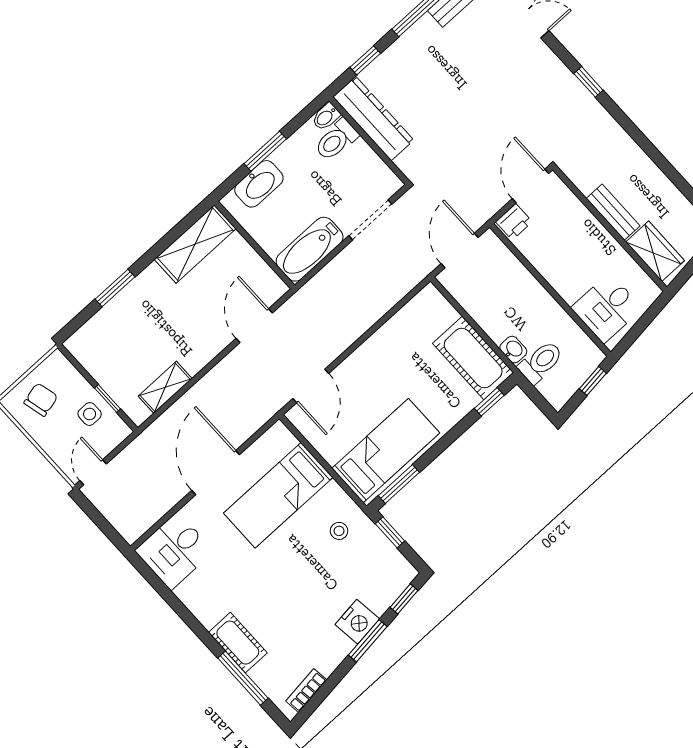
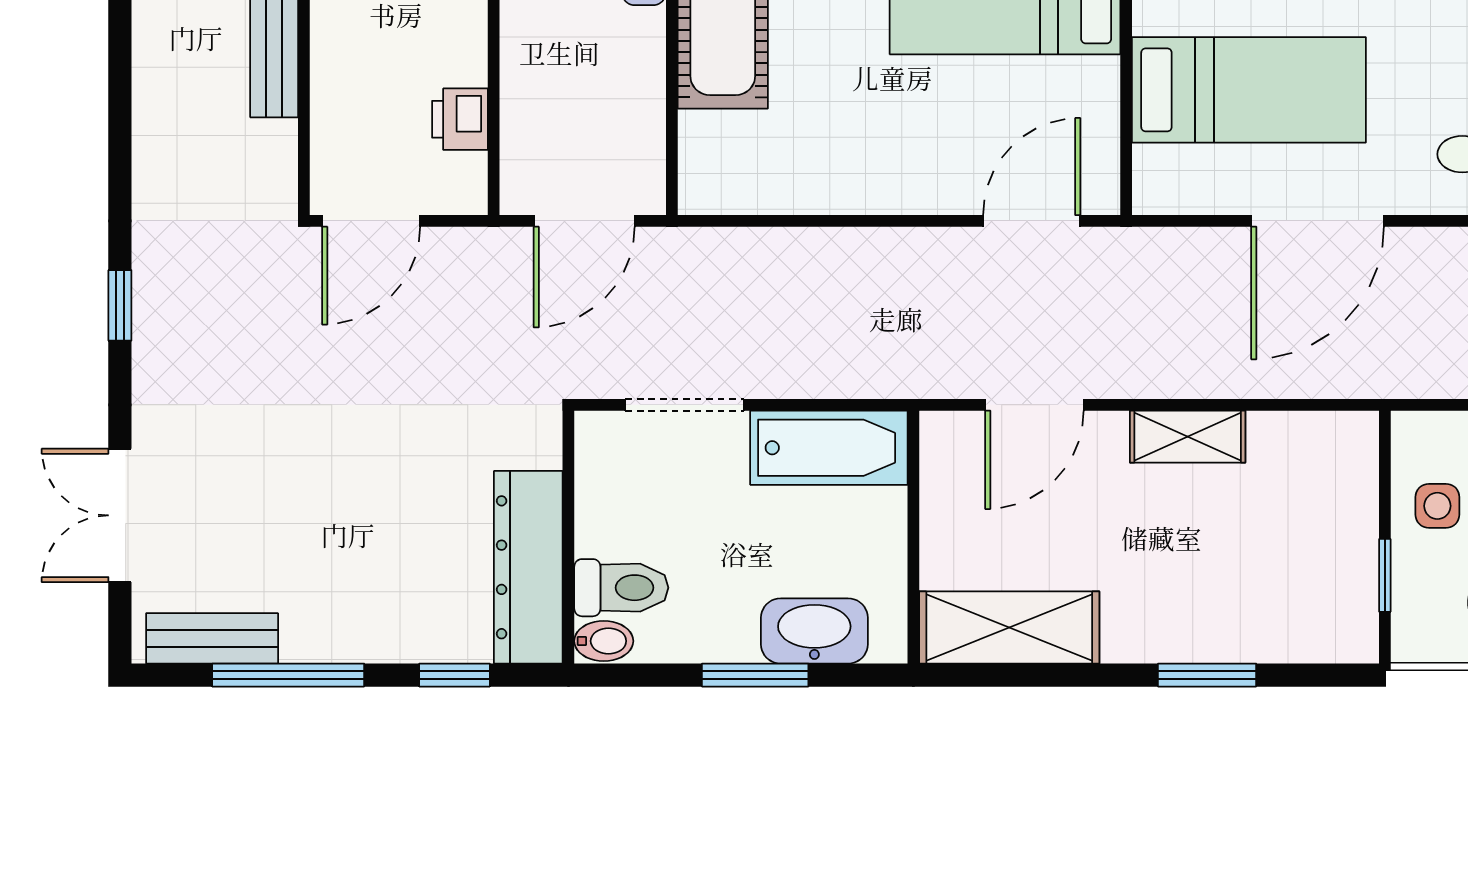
printer: (514, 222) -> (460, 119), moved, turned -90
shelving: (165, 387) -> (1188, 437), moved
window: (107, 399) -> (1385, 575), moved

